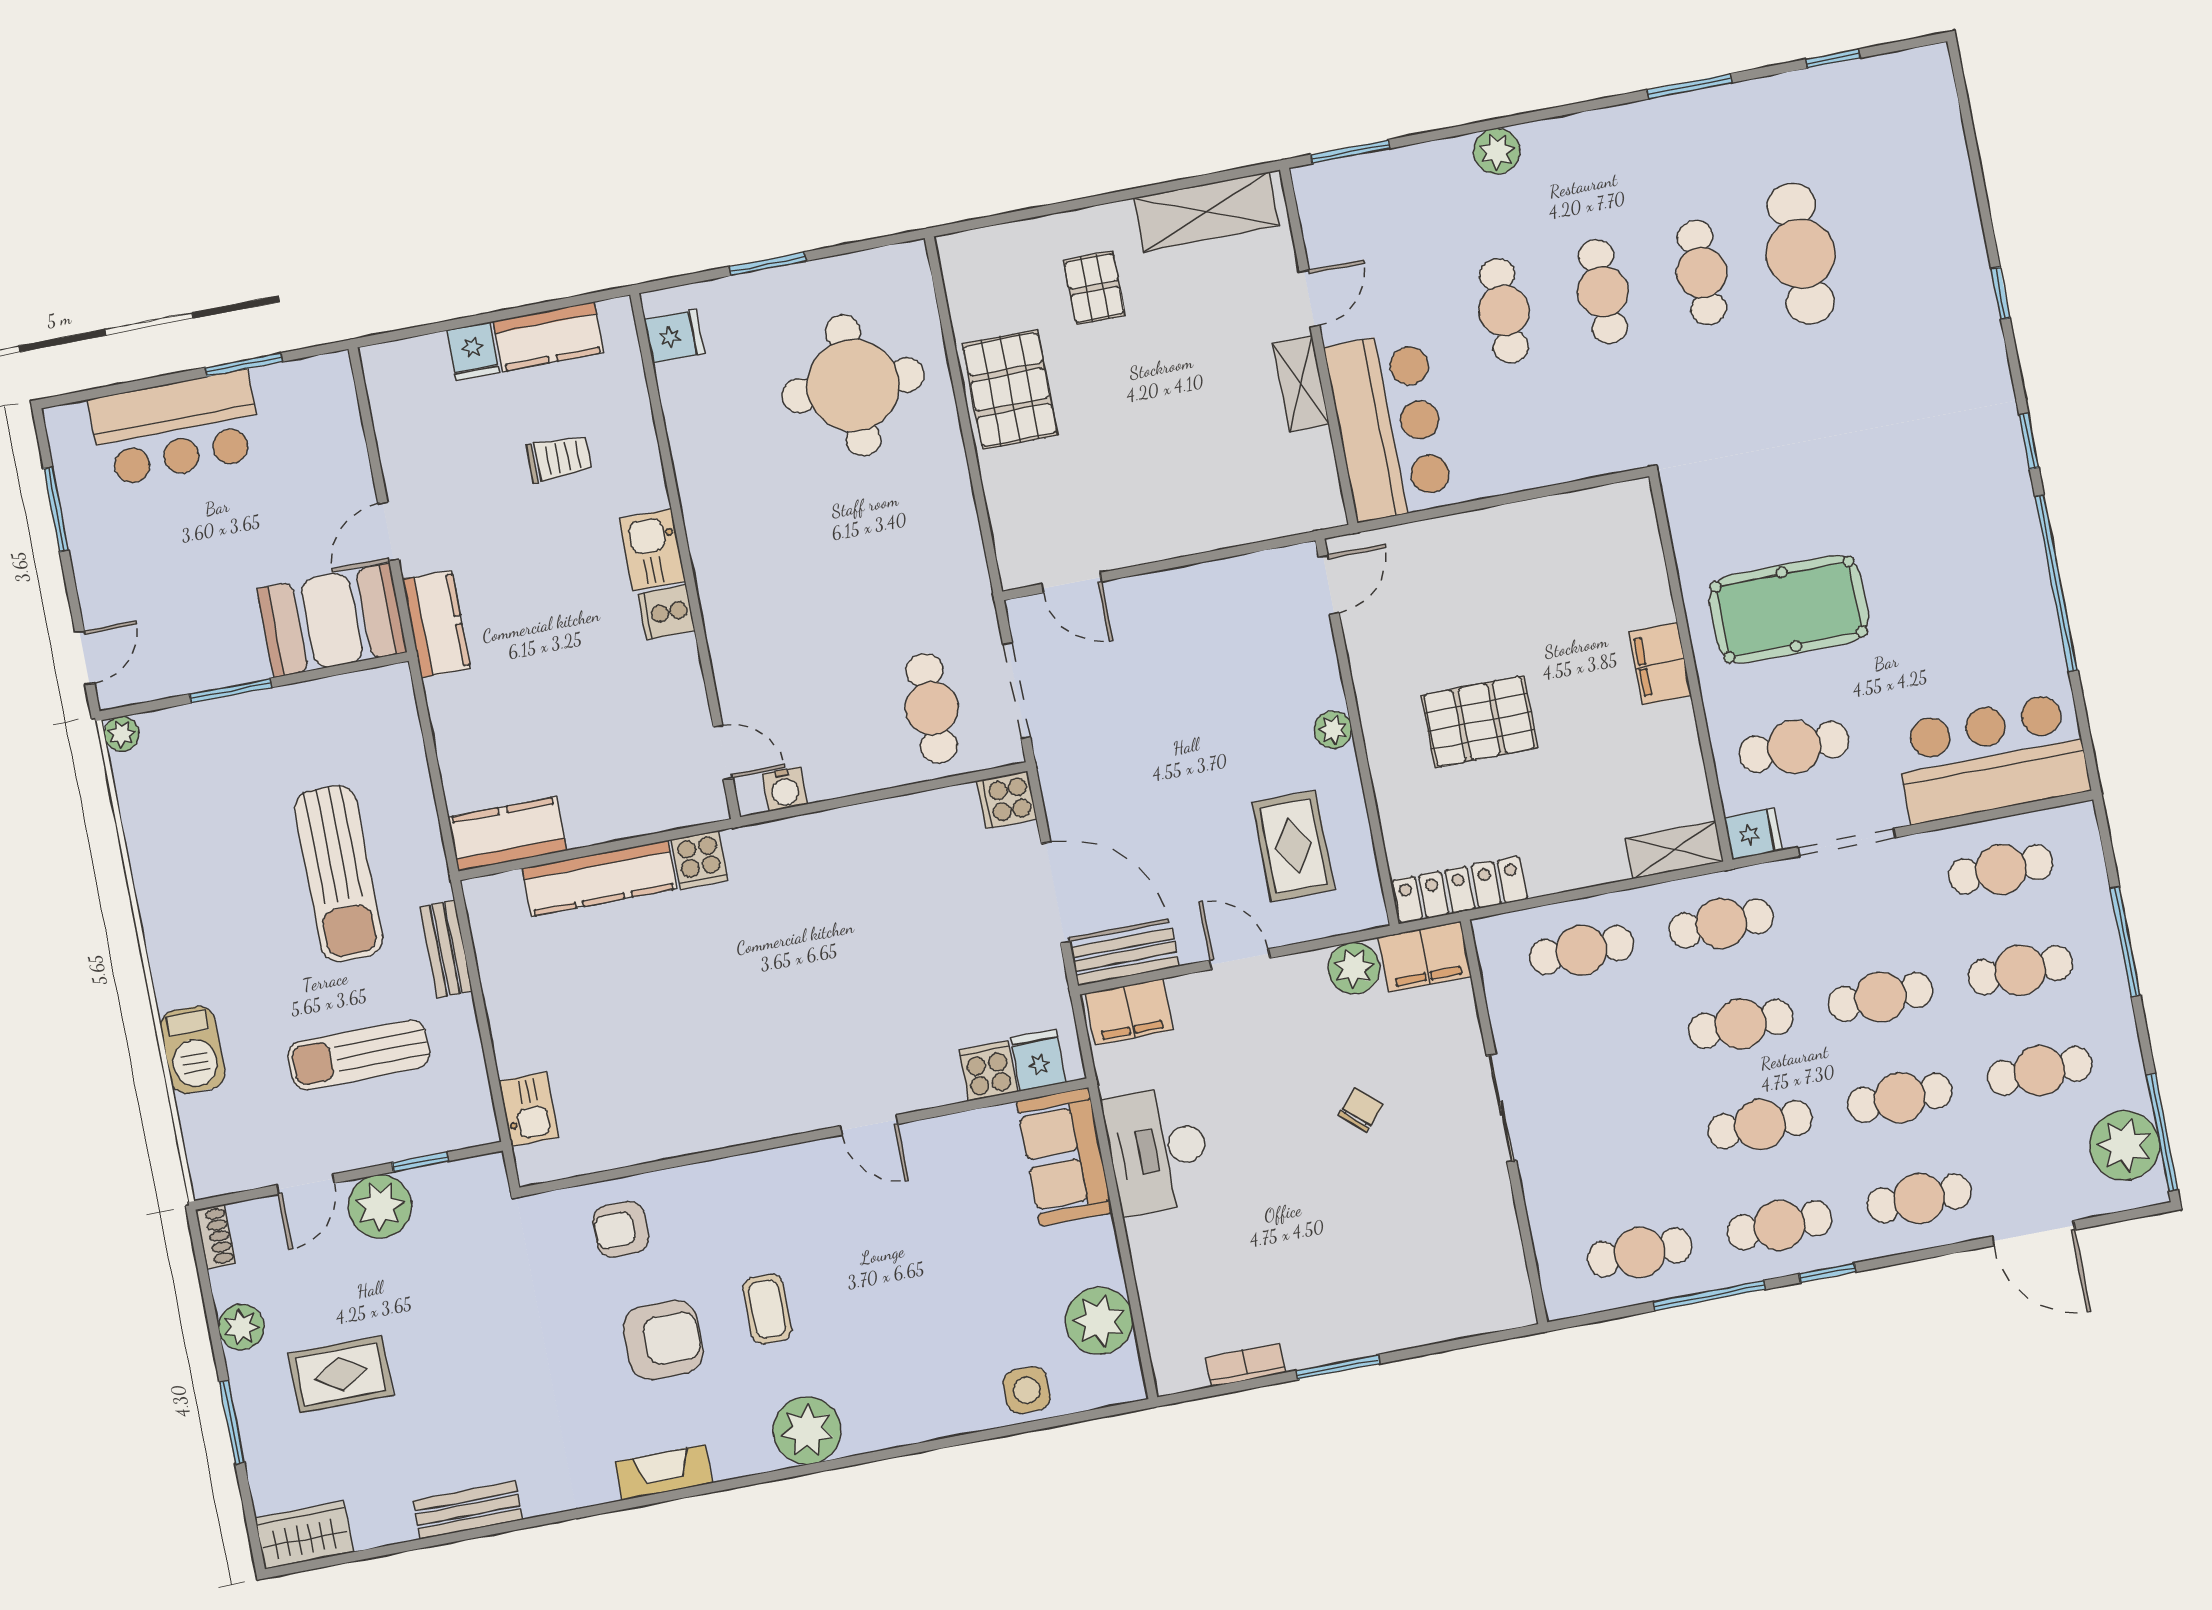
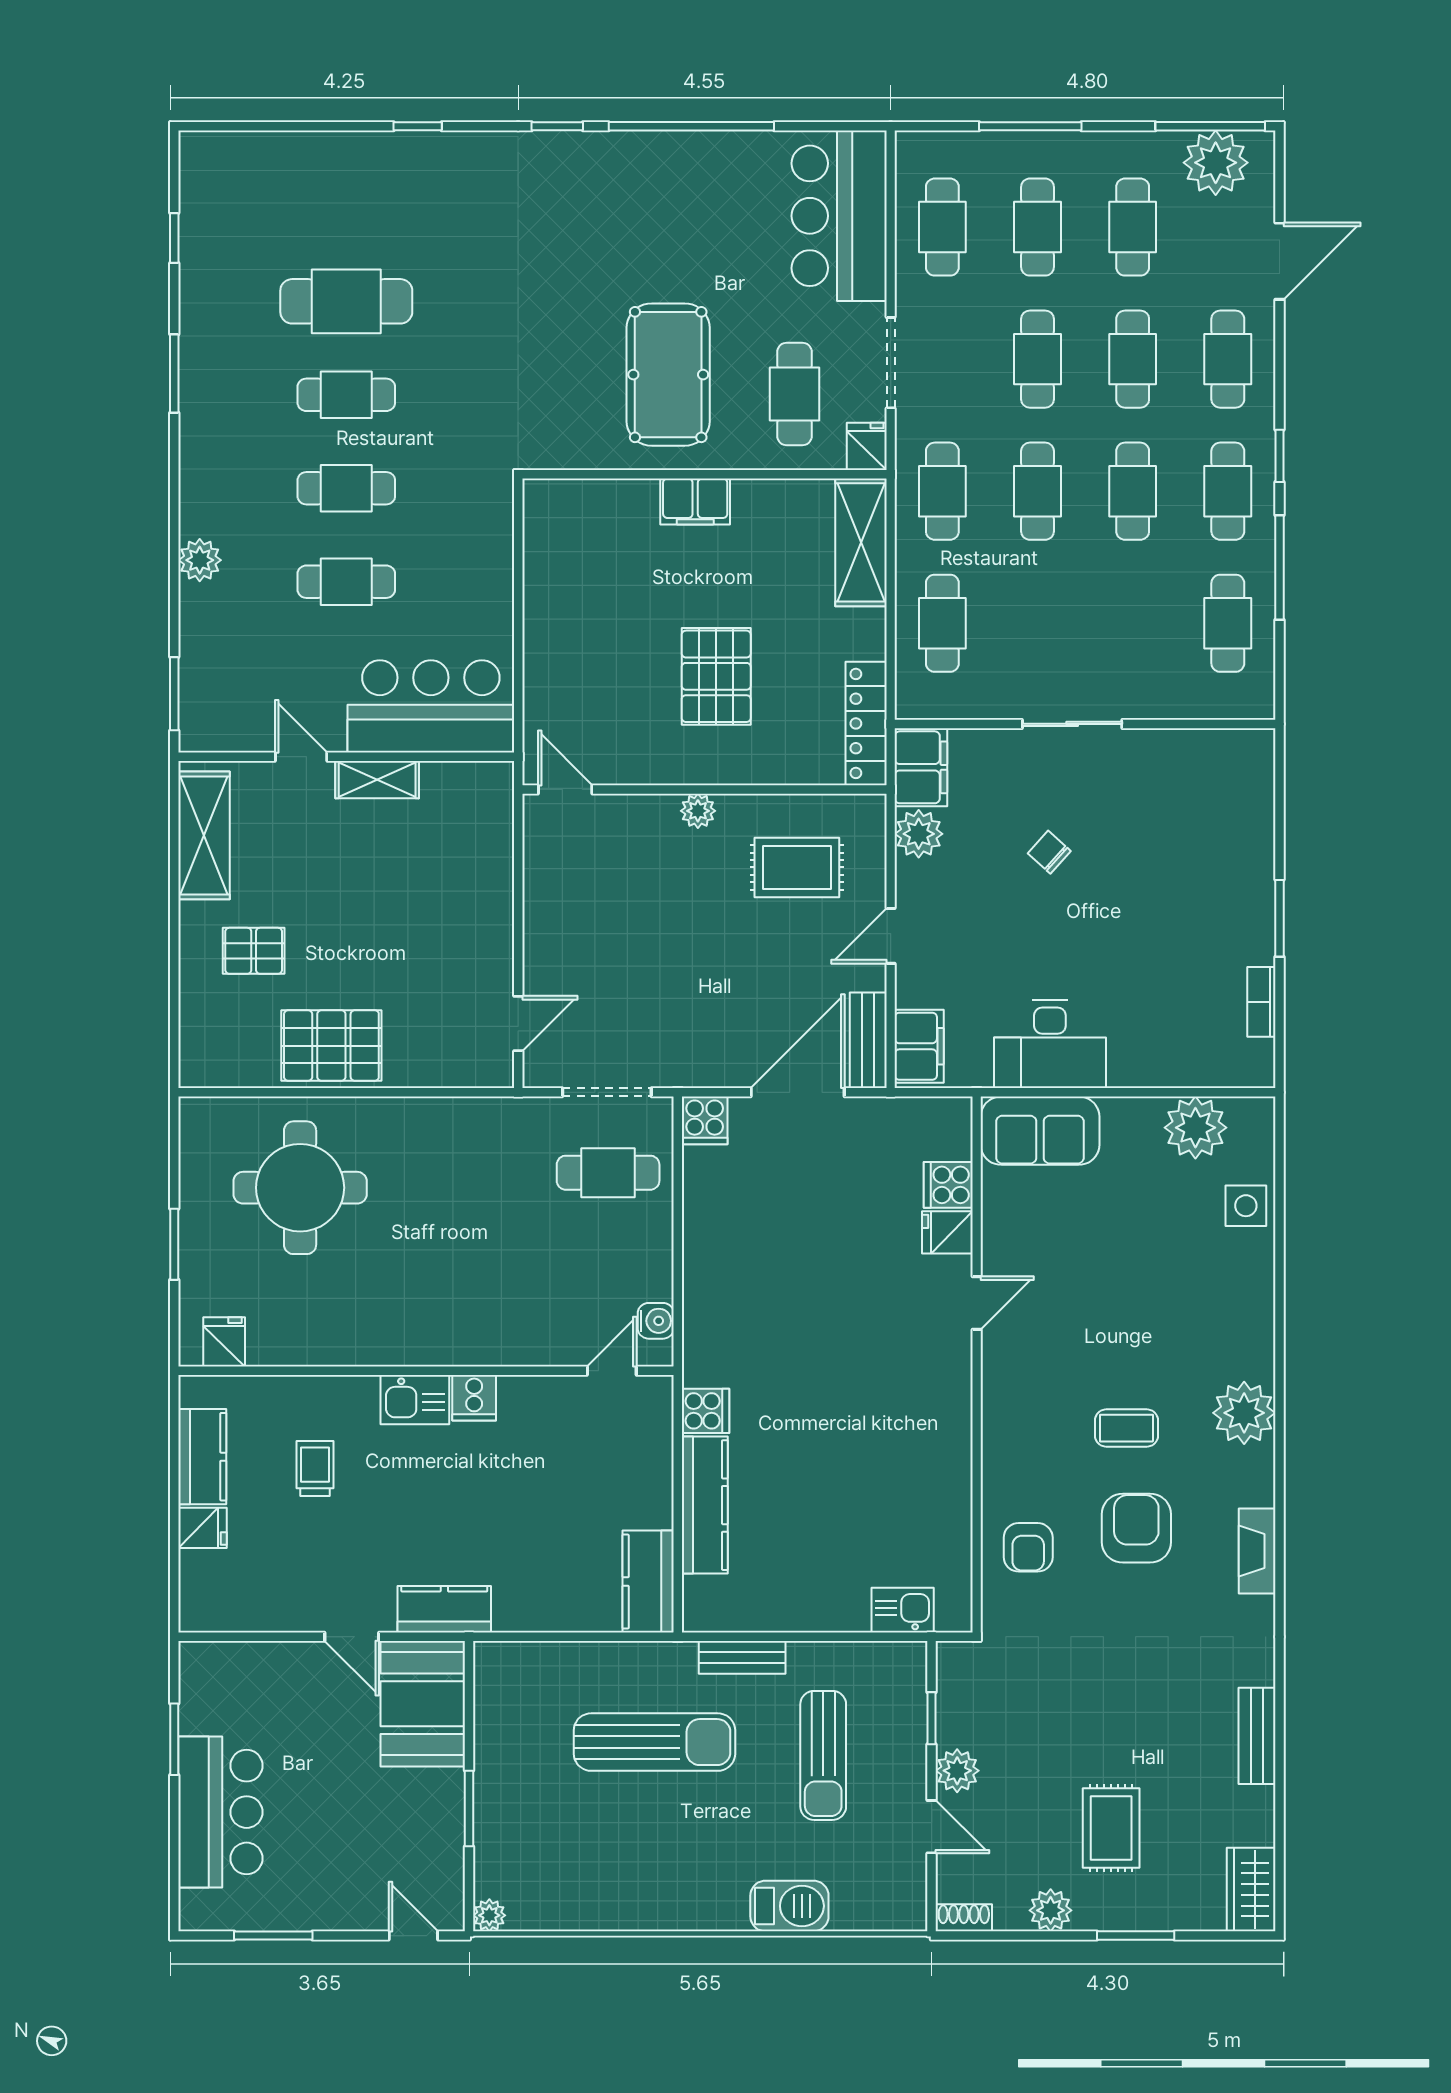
shelving: (1674, 850) -> (861, 542), width x1.50, depth x1.33
fridge: (1038, 1060) -> (947, 1232), moved
plant: (380, 1206) -> (957, 1771), width x0.73, depth x0.73

